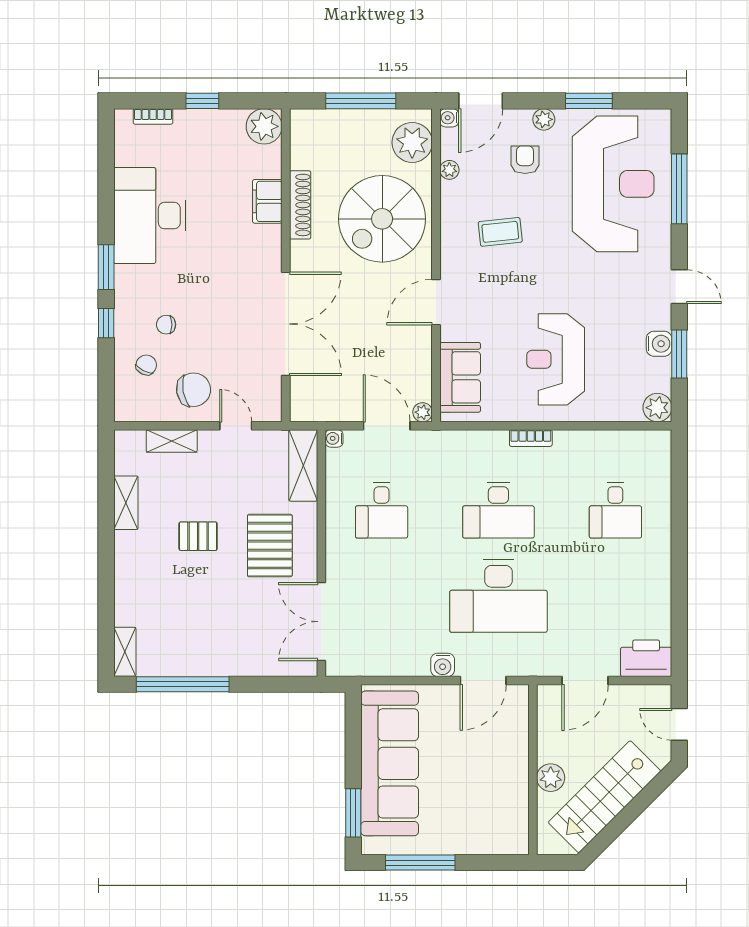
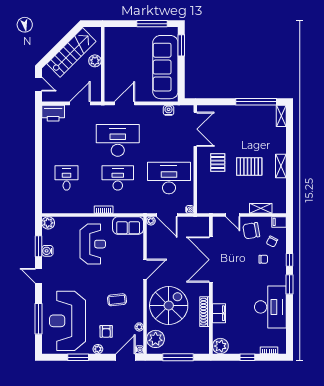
sofa: (460, 377) -> (128, 225), moved, turned -90
filing cabinet: (130, 410) -> (279, 222), added
shelving: (303, 465) -> (203, 198), removed
shelving: (126, 503) -> (281, 166), moved
desk: (382, 510) -> (169, 178), width x1.87, depth x1.30
pallet: (198, 536) -> (249, 167), width x1.50, depth x1.42
pallet: (270, 546) -> (218, 162), width x0.67, depth x0.71
water cooler: (443, 665) -> (169, 110), moved

